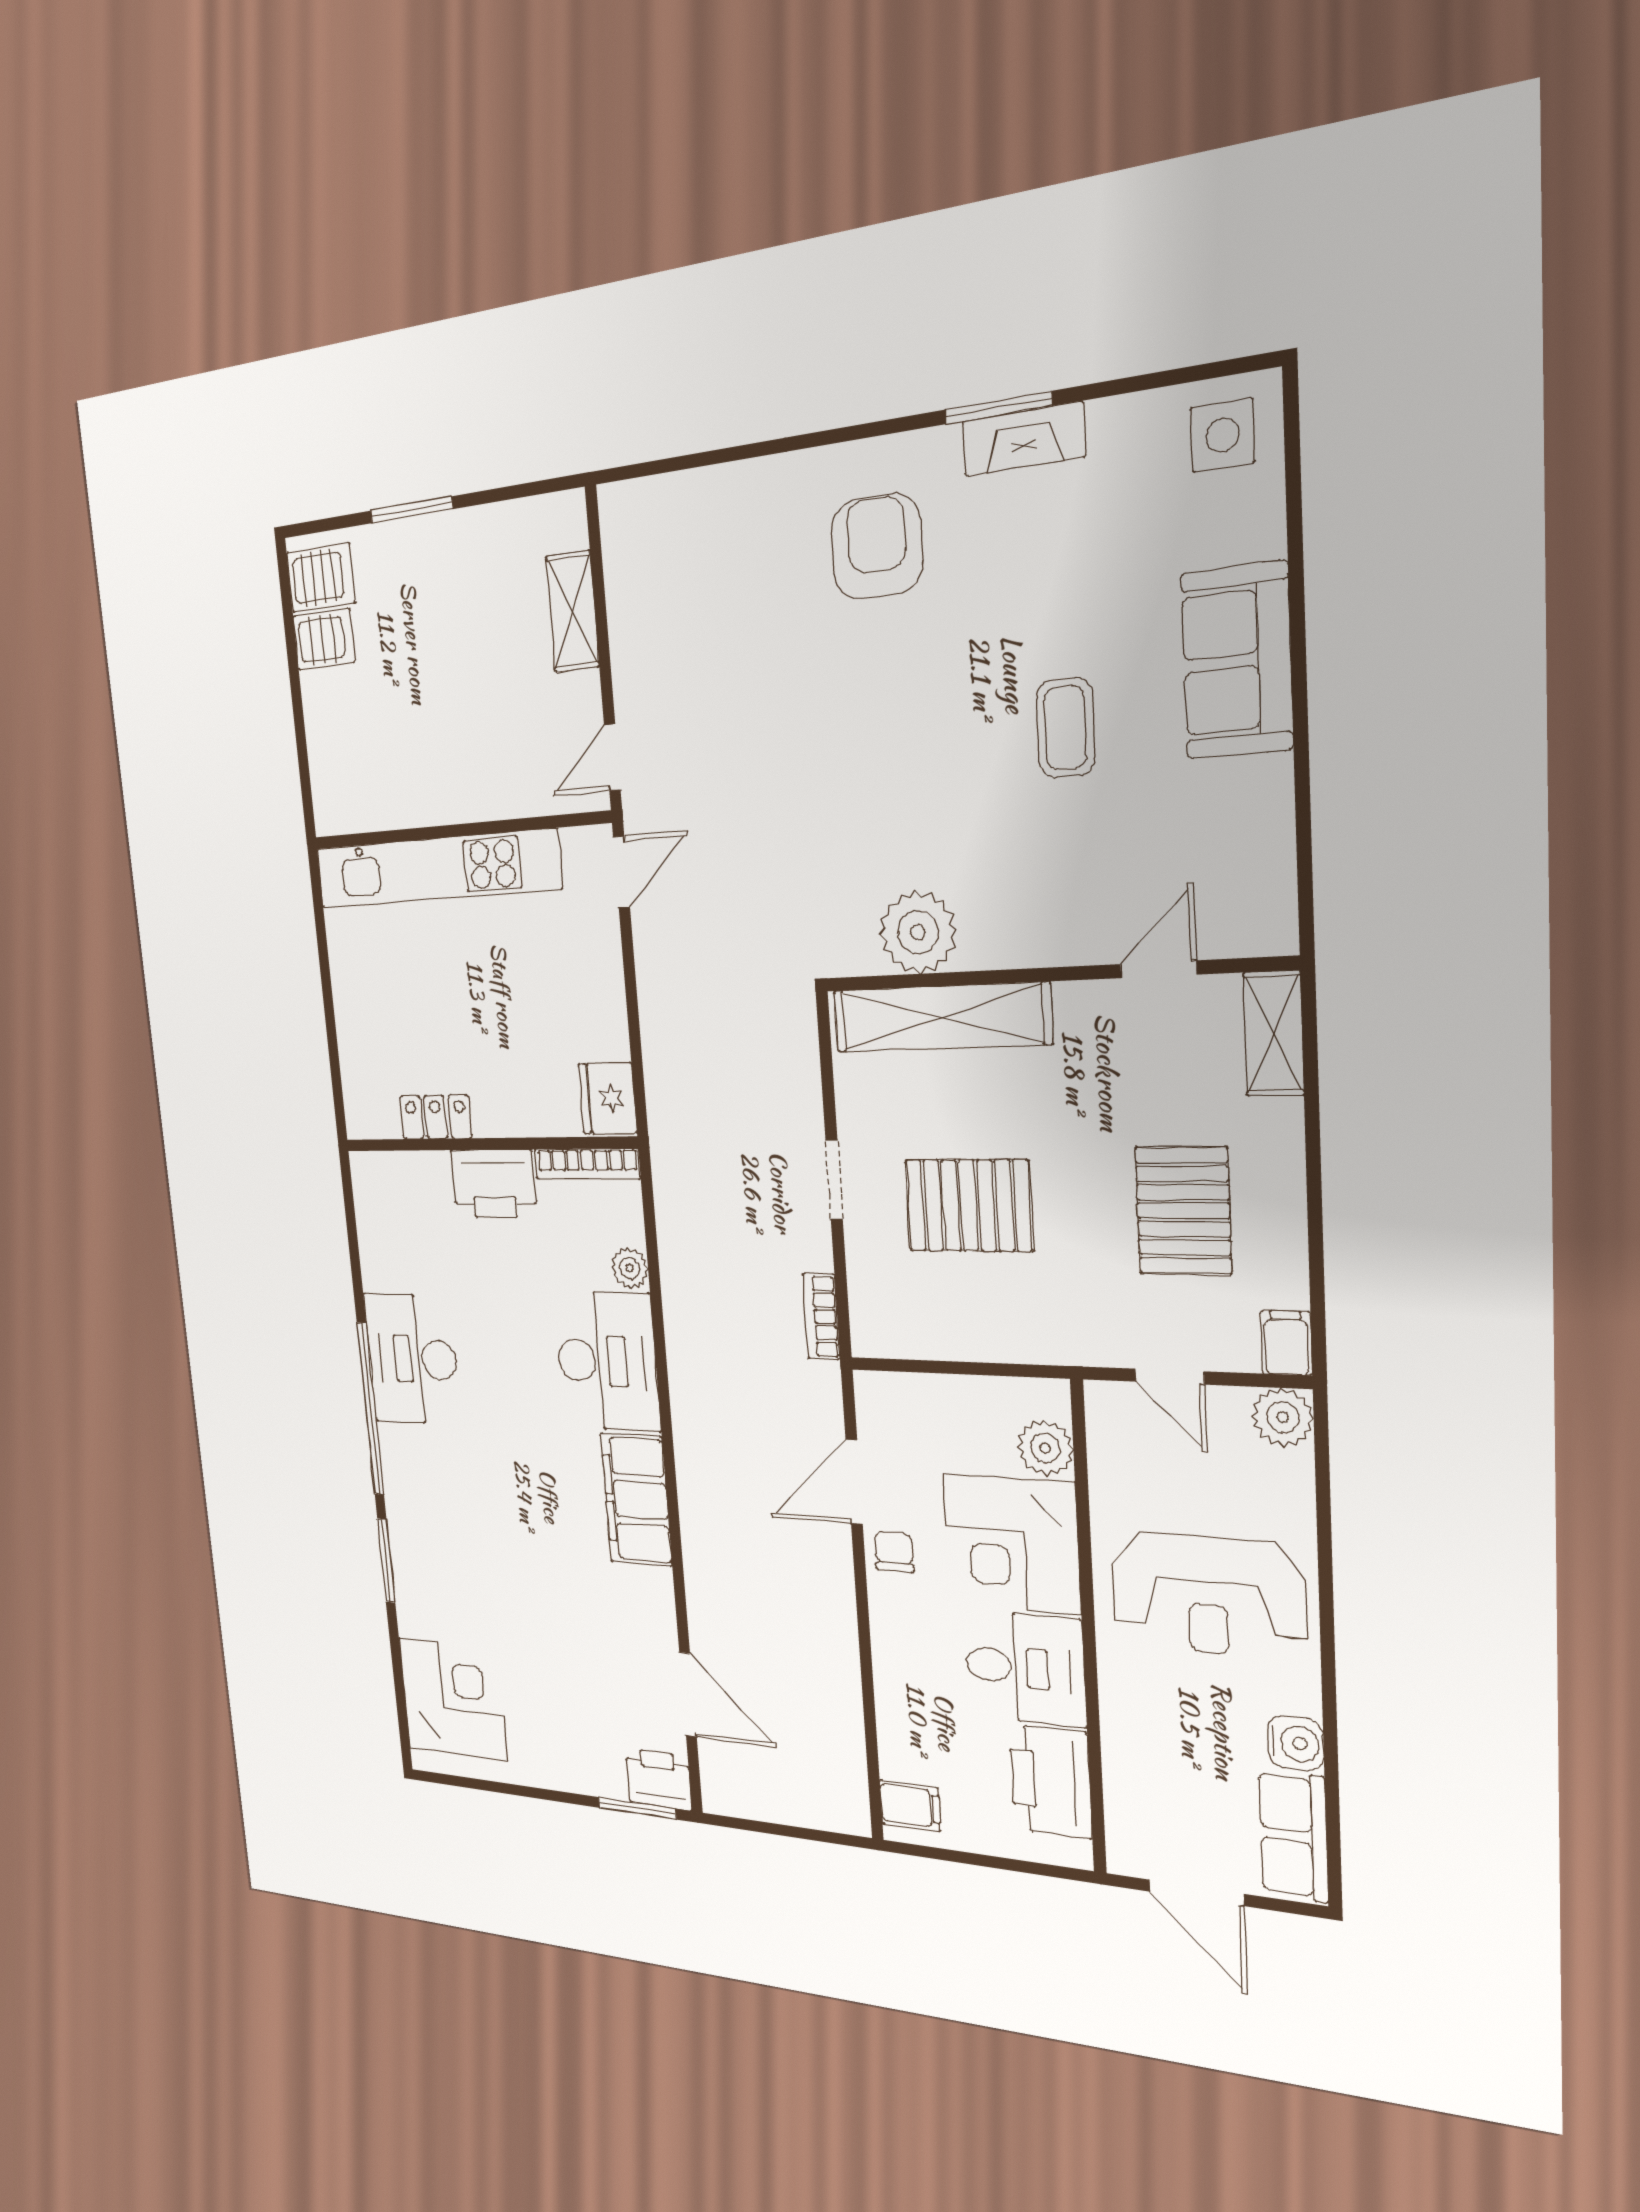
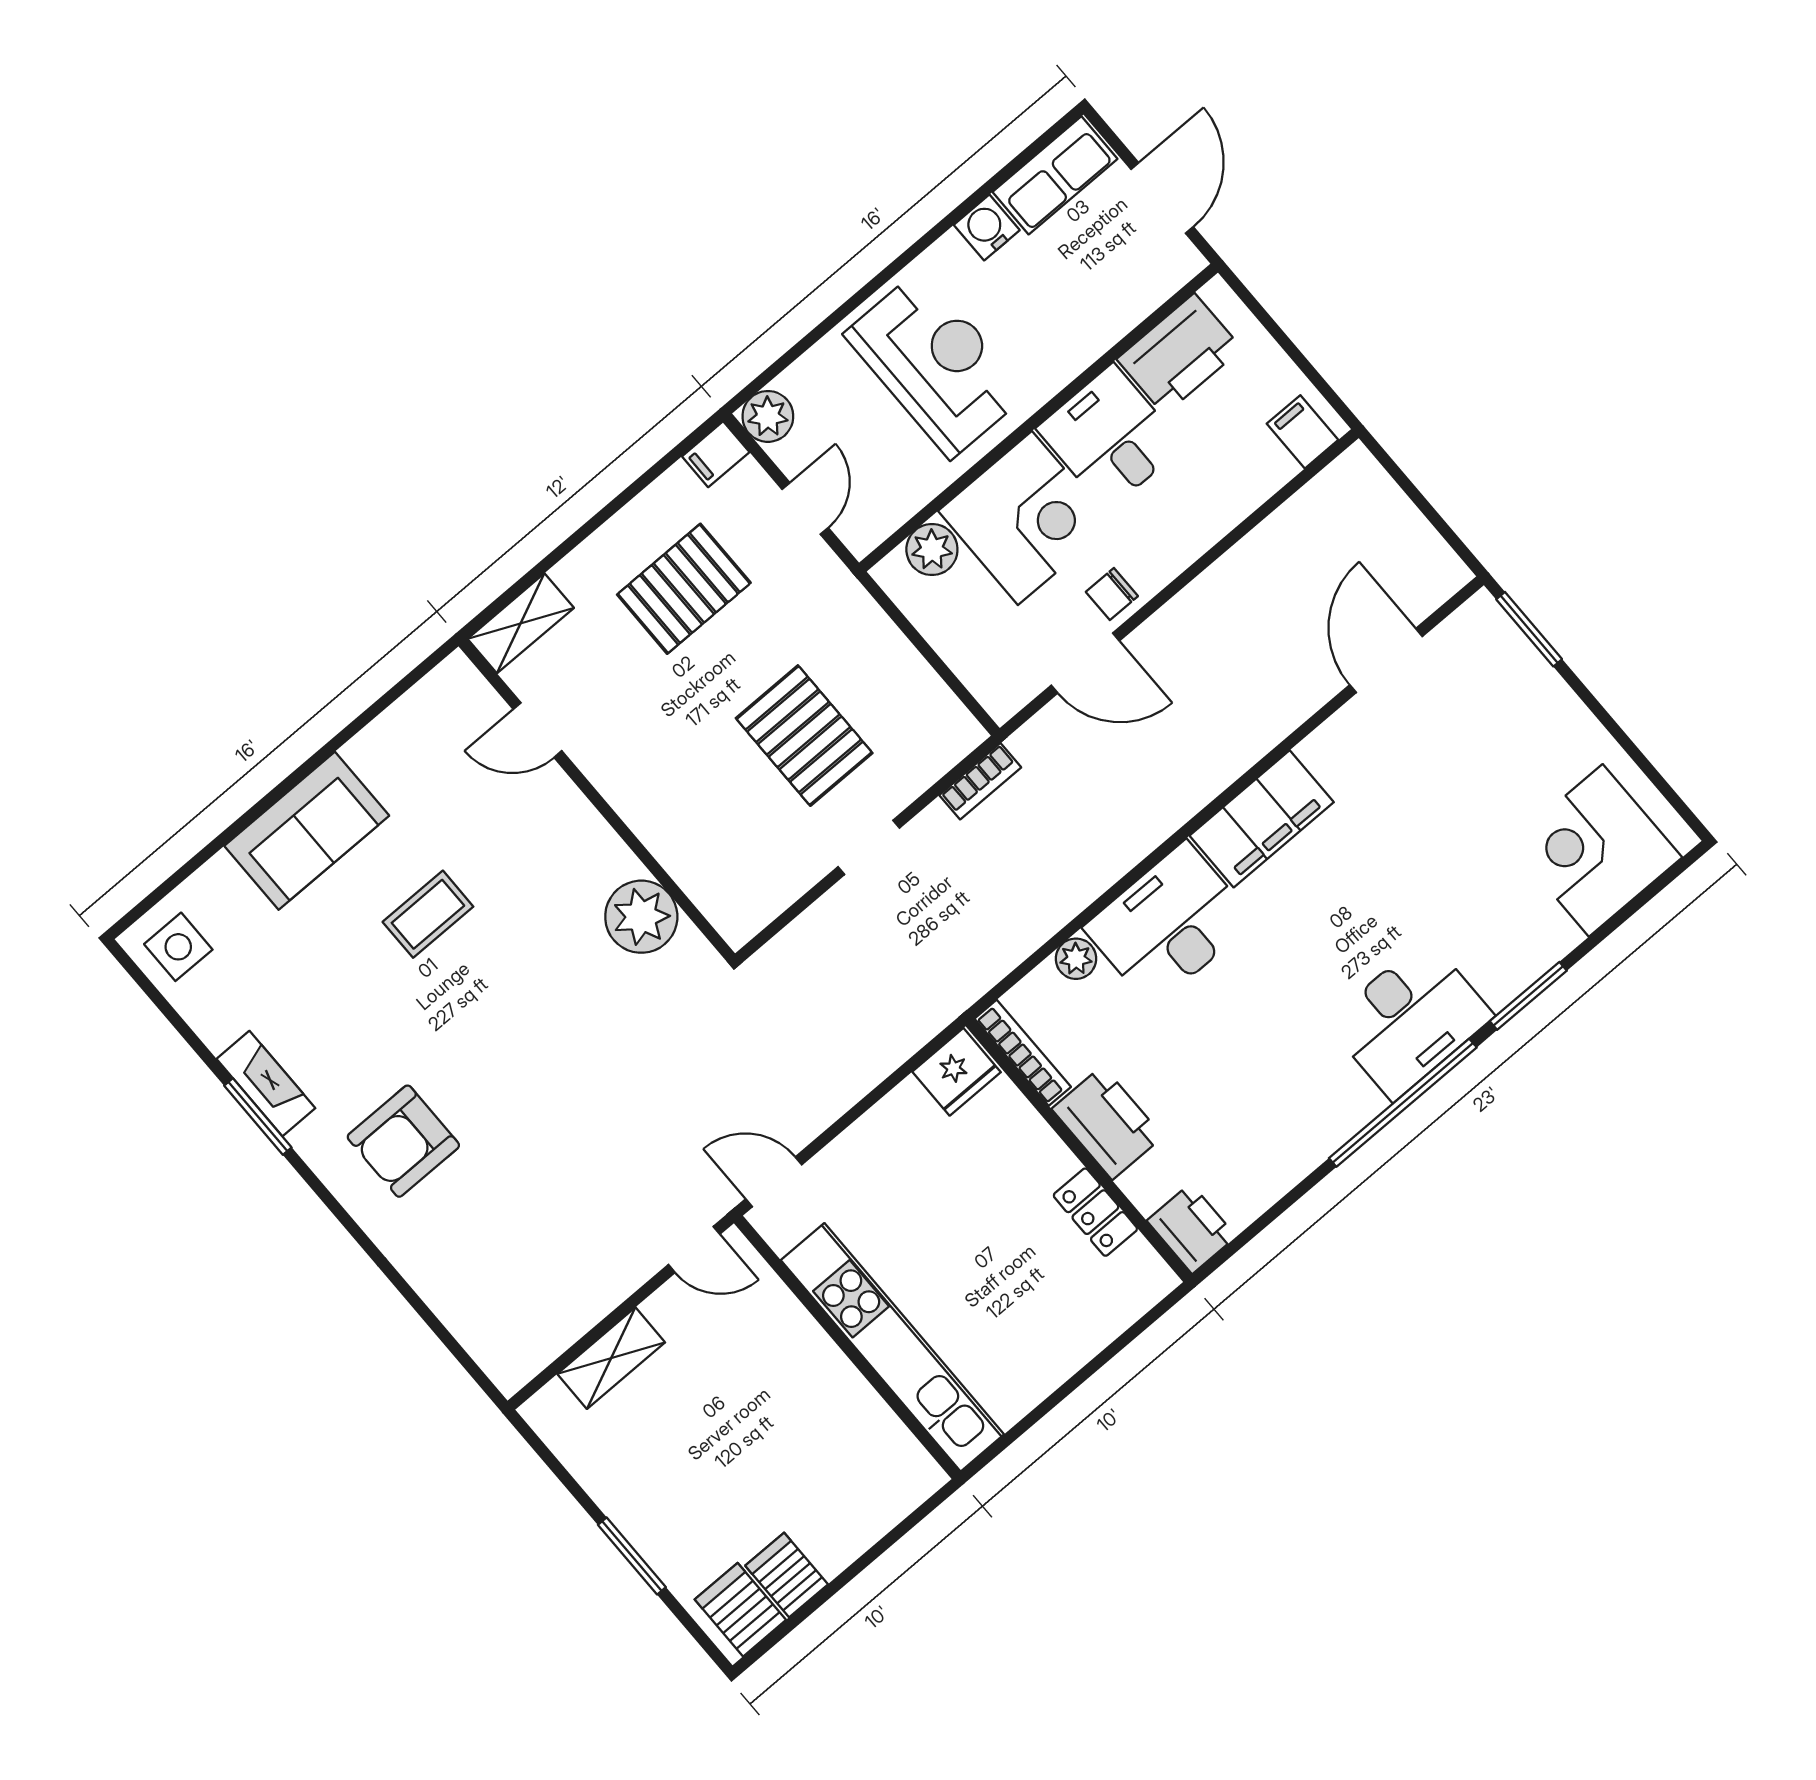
shelving: (941, 1017) -> (687, 855), removed
desk: (412, 1359) -> (1410, 1019), moved
printer: (659, 1779) -> (1191, 1229), moved, turned 180

